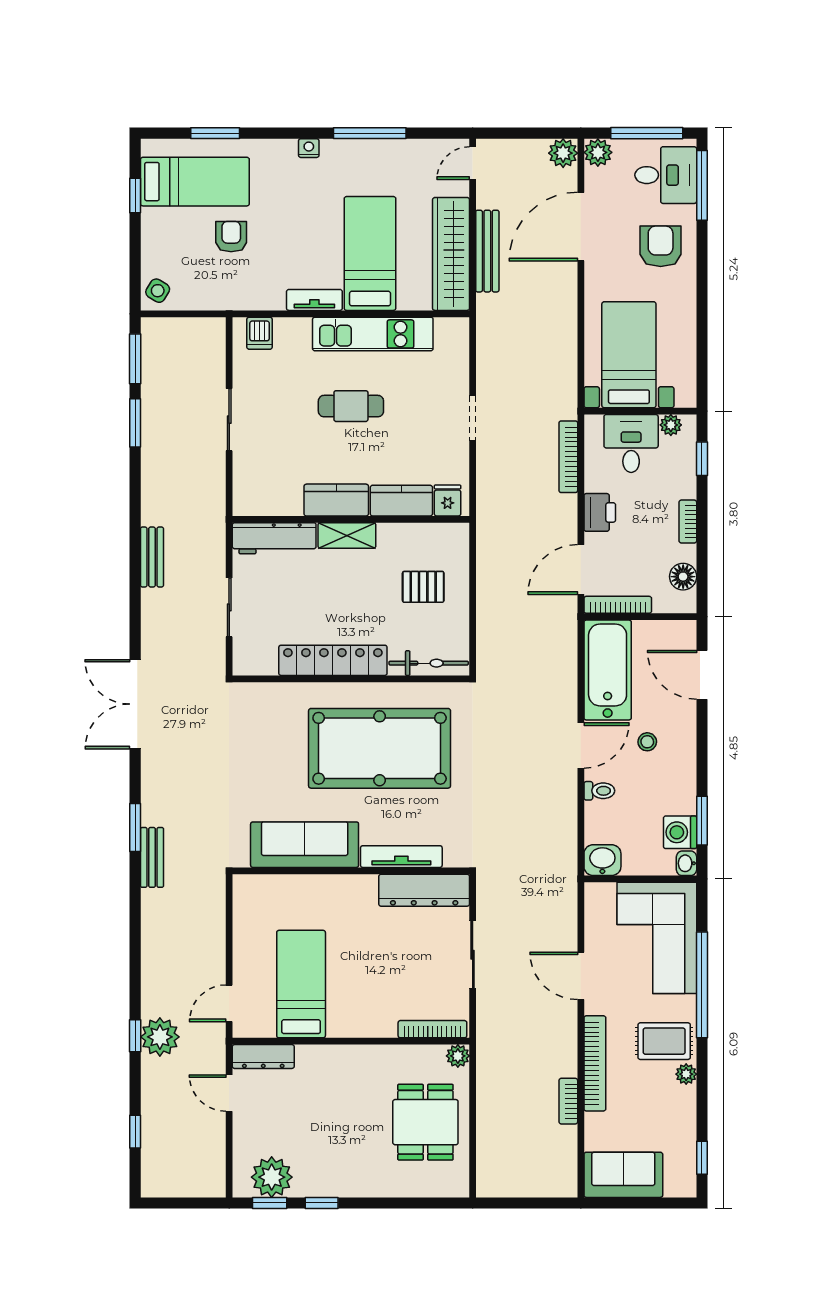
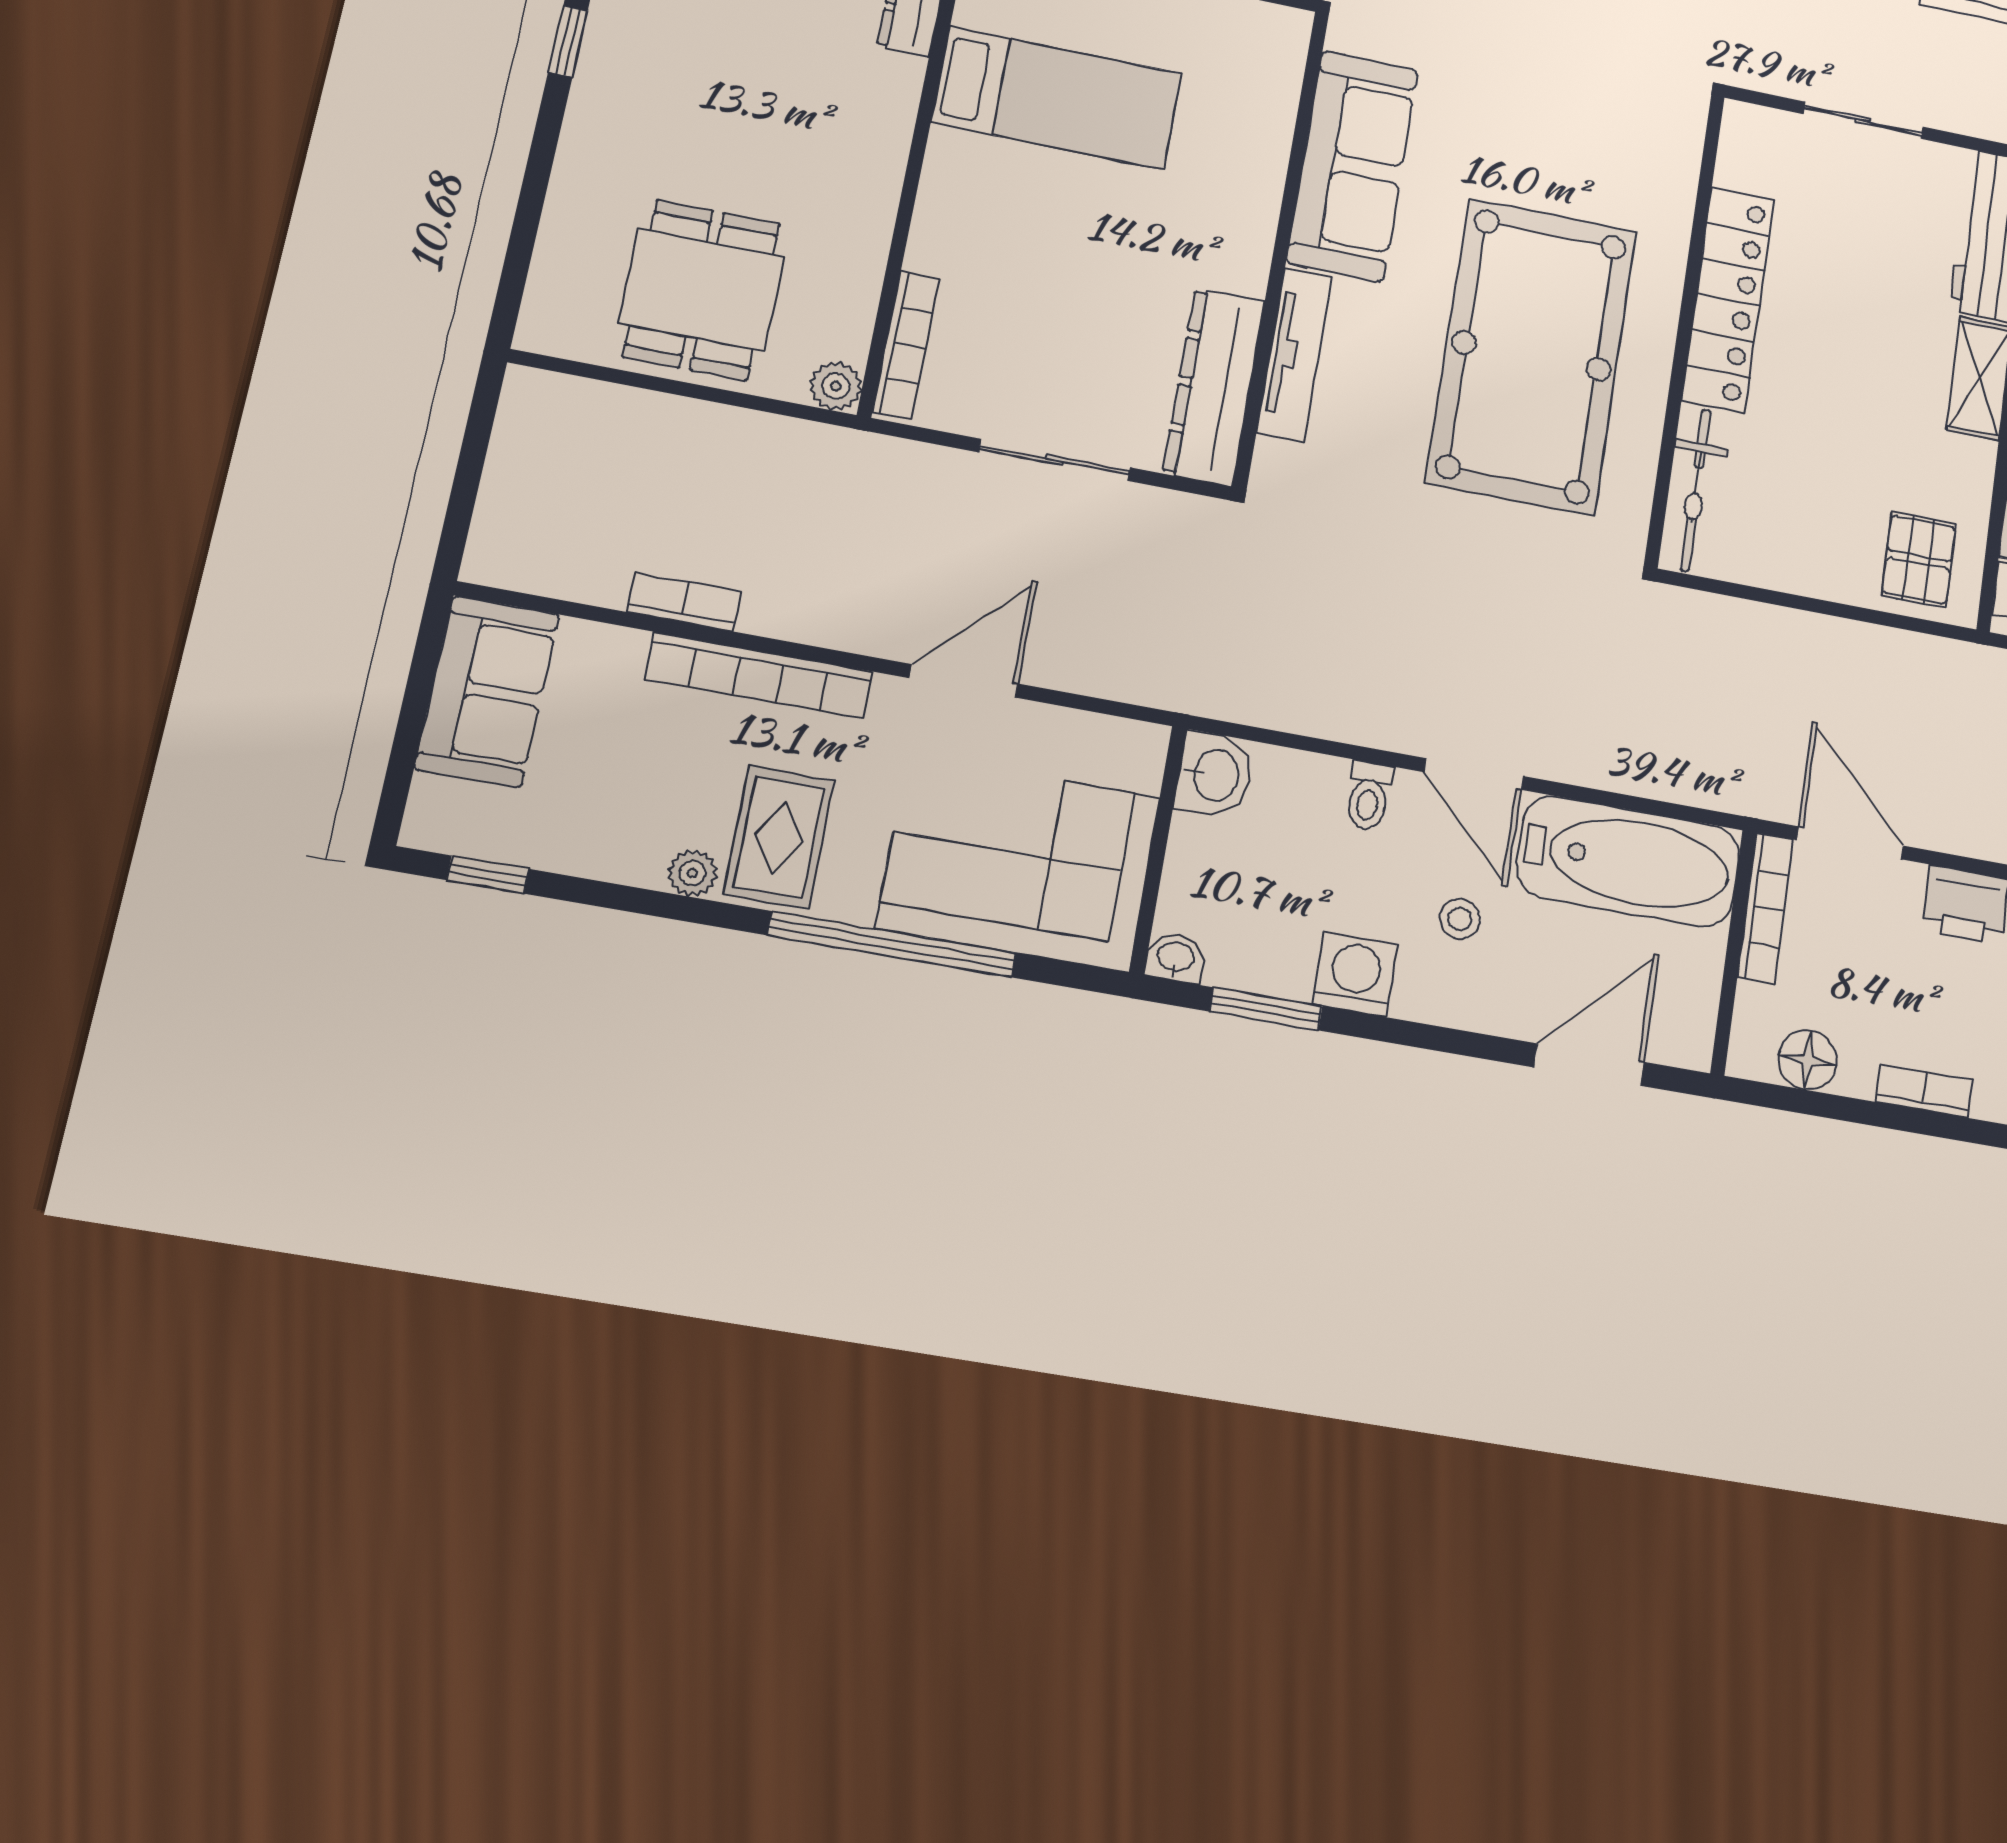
pallet: (423, 587) -> (1919, 560), moved
washing machine: (680, 832) -> (1355, 975), moved
dining table: (425, 1122) -> (702, 290), turned 90

